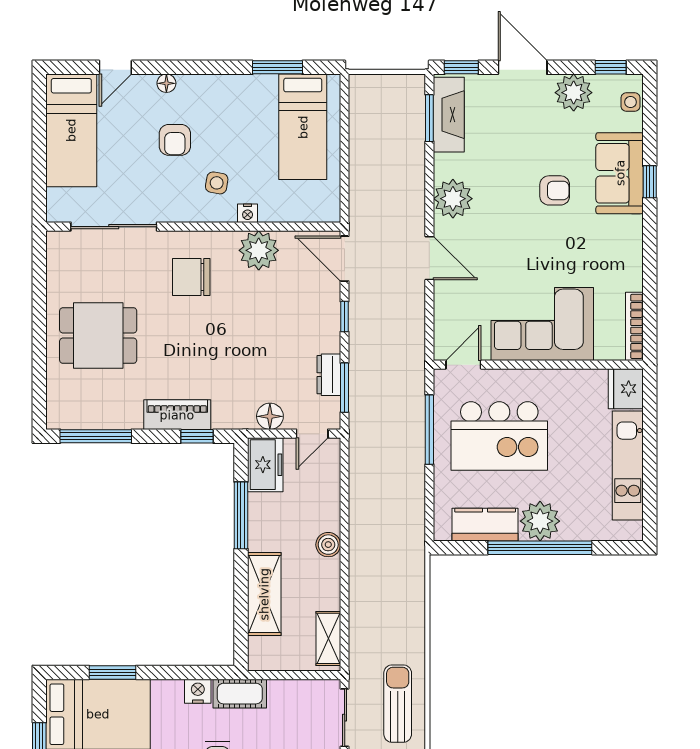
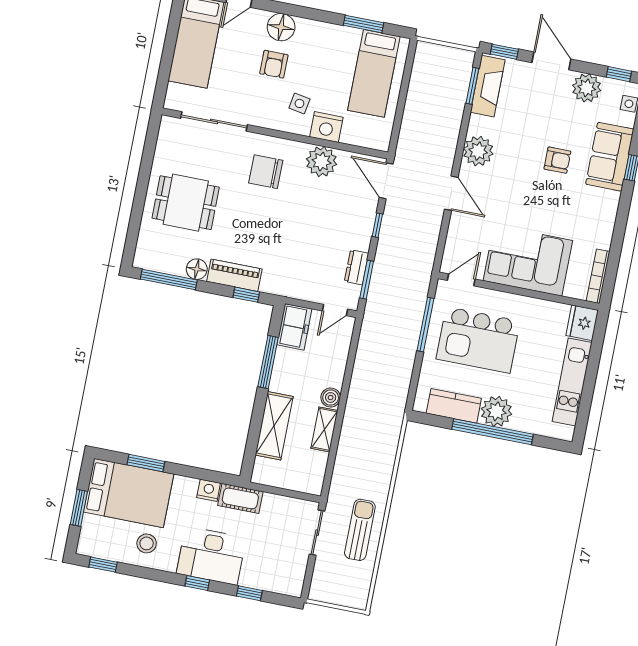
floor lamp: (166, 83) -> (281, 27), width x1.89, depth x1.89
nightstand: (248, 213) -> (326, 127), width x1.89, depth x1.79
floor lamp: (270, 416) -> (197, 269), moved
shelving: (328, 638) -> (324, 429), moved

